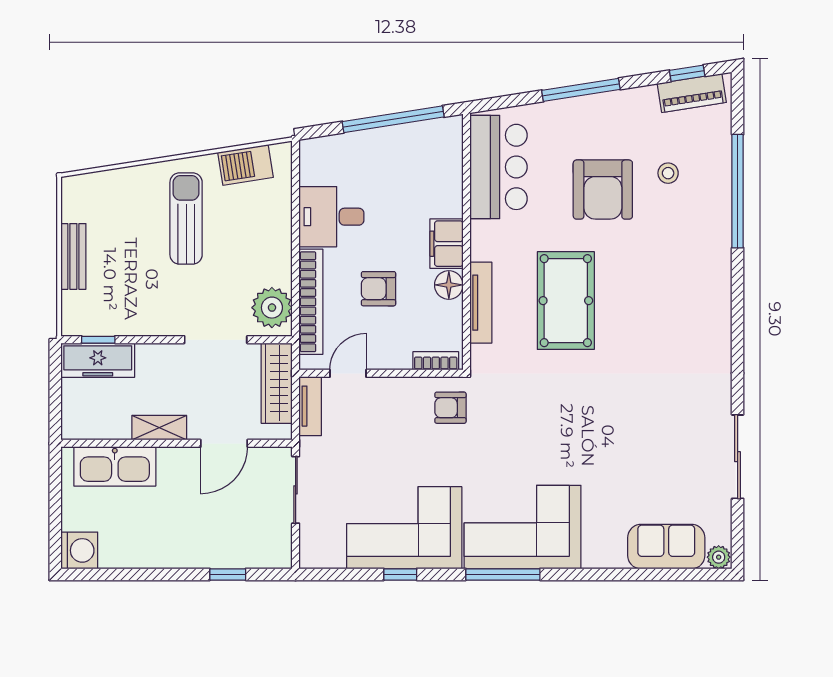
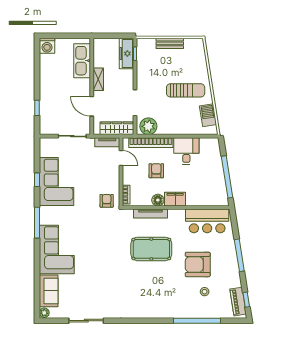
corner sofa: (523, 527) -> (57, 249), moved

